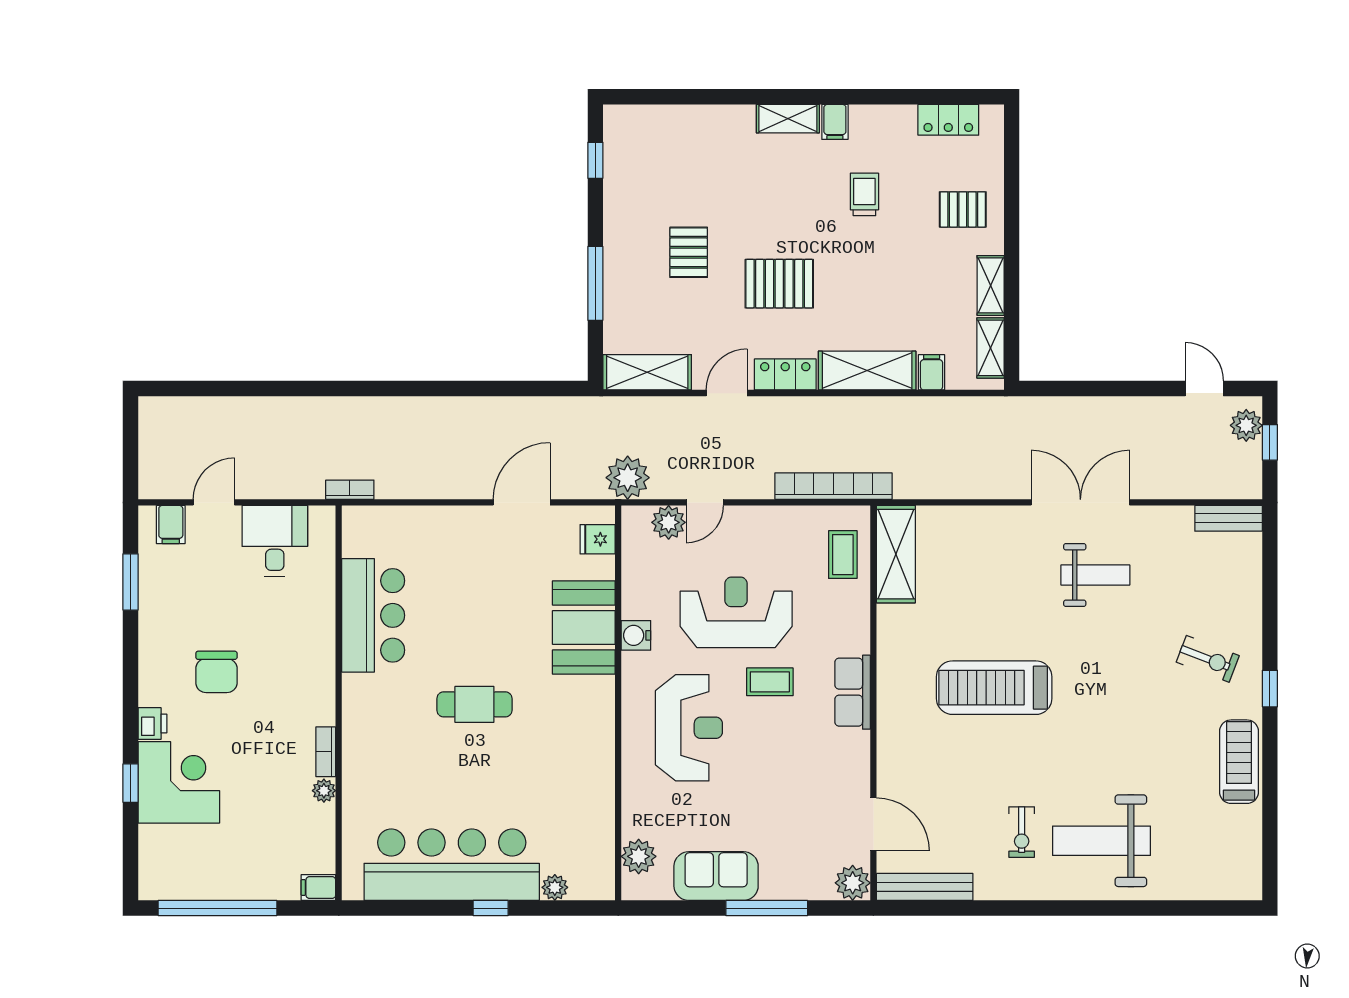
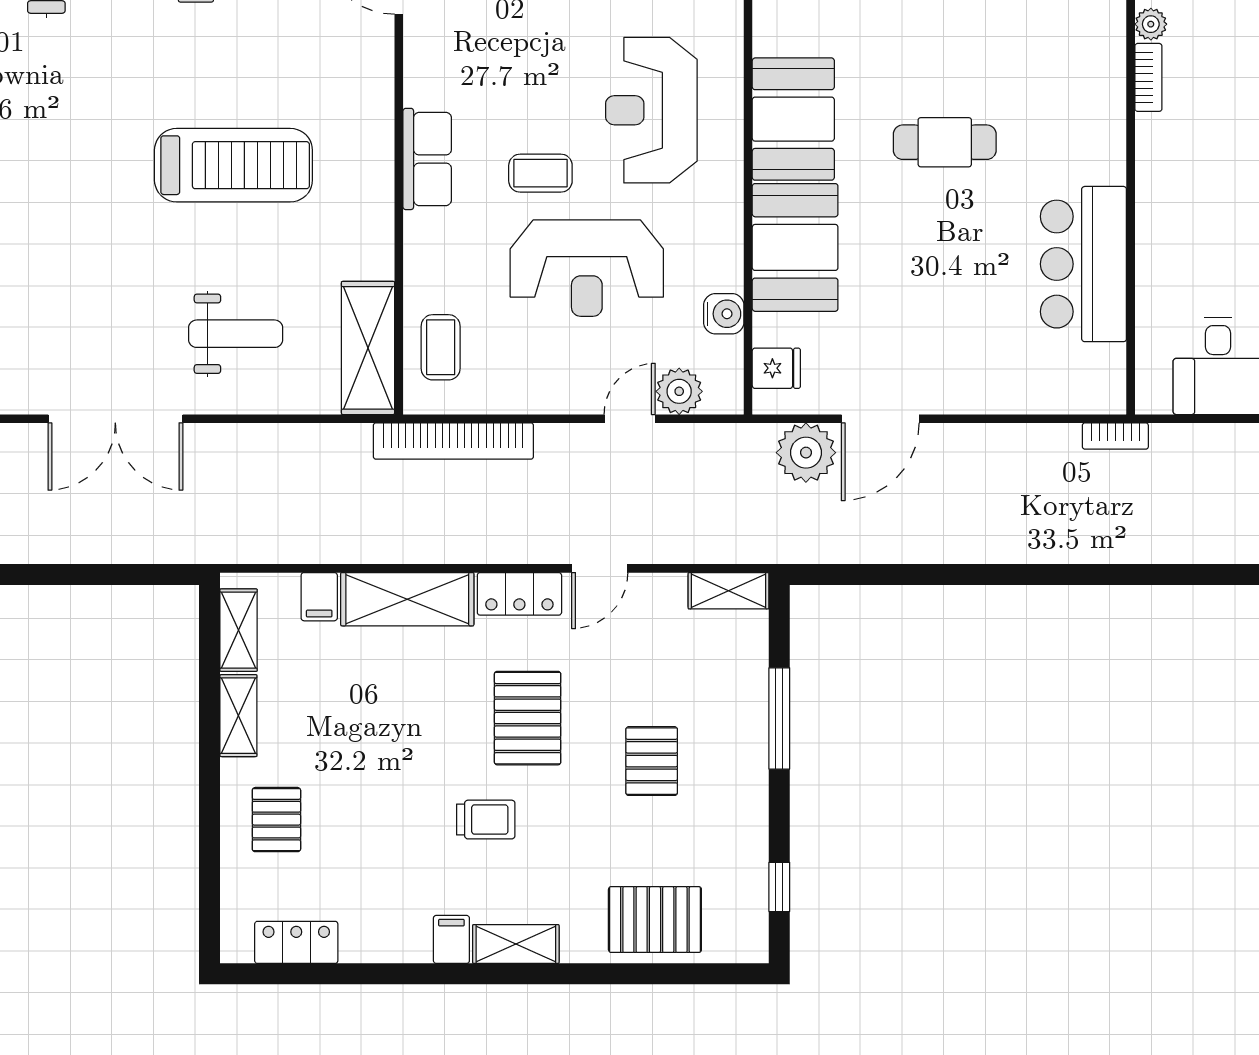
pallet: (686, 136) -> (655, 920), added
trolley: (864, 194) -> (486, 820), moved, turned -90
pallet: (963, 209) -> (276, 820), turned 90
pallet: (779, 284) -> (528, 718), turned 90
shelving: (647, 372) -> (728, 591), width x0.67, depth x0.75
plant: (628, 478) -> (806, 453), moved
weight bench: (1095, 575) -> (236, 334), moved, turned 180
water cooler: (636, 635) -> (724, 314), moved
booth: (585, 721) -> (793, 119), added

